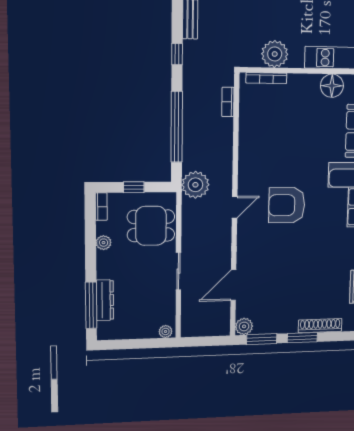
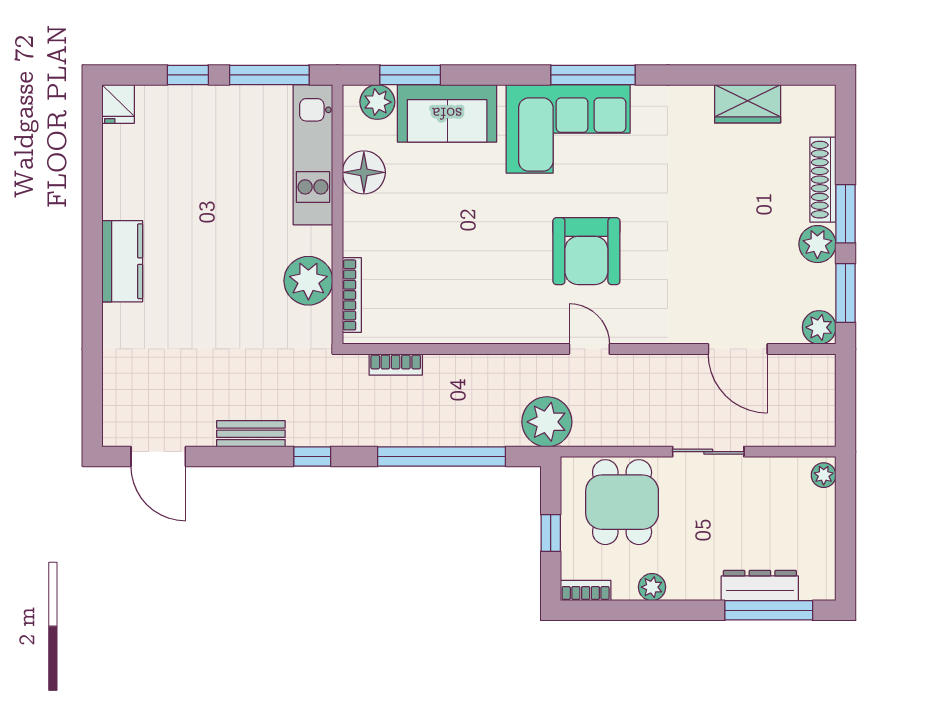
plant: (287, 324) -> (817, 244), added

